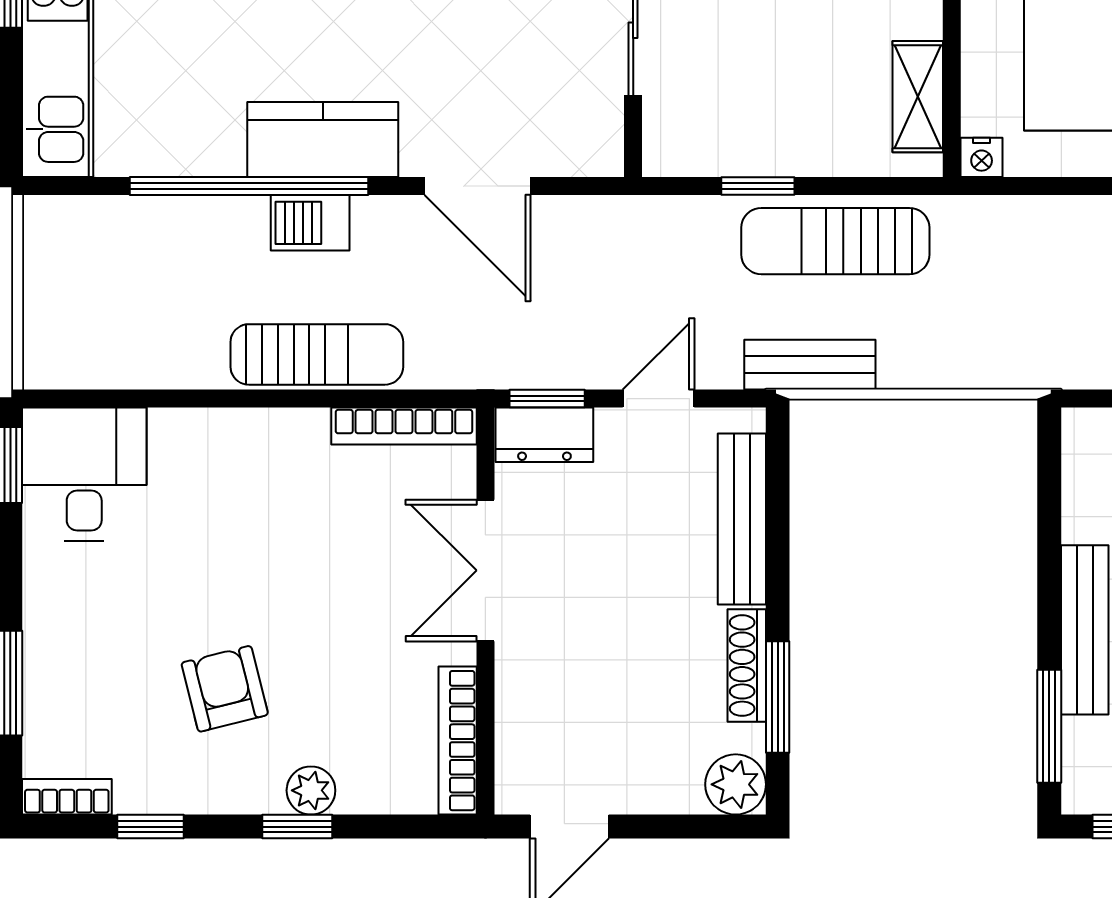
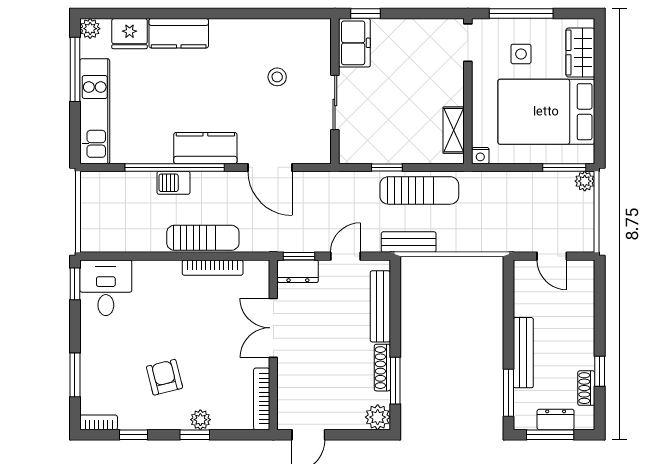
barbecue: (310, 223) -> (173, 183), moved
sun lounger: (835, 241) -> (419, 190), turned 180
bookcase: (404, 426) -> (213, 268), moved

